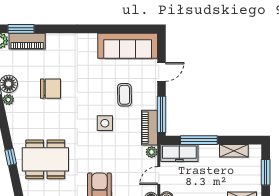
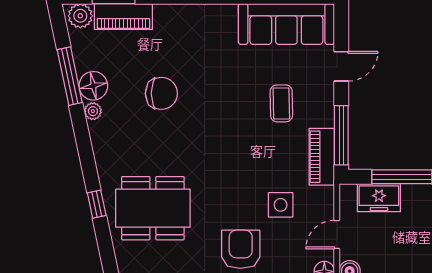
side table: (105, 123) -> (281, 205), moved
plant: (152, 152) -> (325, 196), removed
freezer: (179, 153) -> (379, 198), width x0.71

